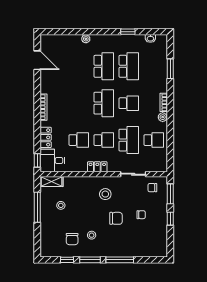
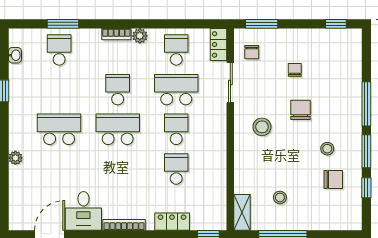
school desk: (129, 66) -> (59, 50), moved, width x0.54
desk: (52, 161) -> (83, 211), moved
locker: (97, 167) -> (219, 44), moved
window: (170, 219) -> (336, 24), moved

